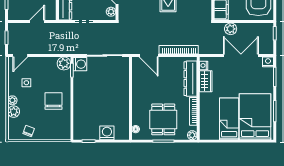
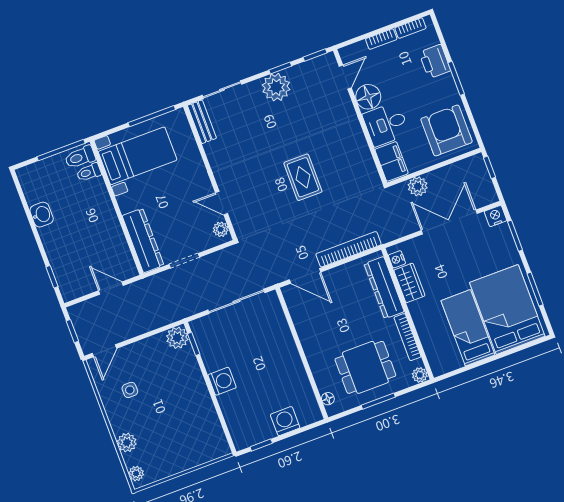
door: (37, 22) -> (111, 288), hinge flipped
washing machine: (80, 64) -> (222, 381), moved
plant: (12, 100) -> (136, 474), moved
chair: (54, 101) -> (183, 403), removed
dining table: (163, 119) -> (365, 367), turned 90
chair: (29, 131) -> (162, 464), removed

